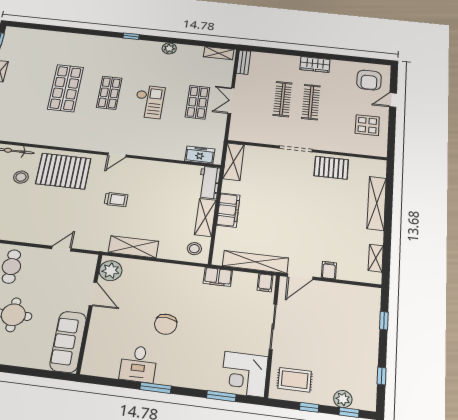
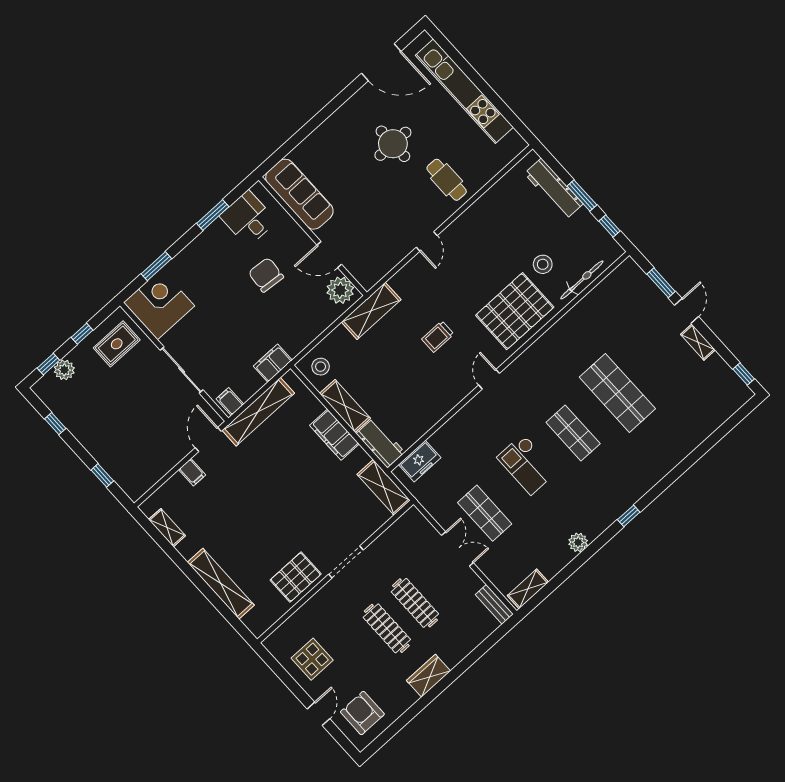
plant: (111, 271) -> (340, 290), moved
door: (93, 294) -> (329, 255), moved
wall: (89, 313) -> (313, 236), moved
sofa: (68, 342) -> (299, 194), moved

